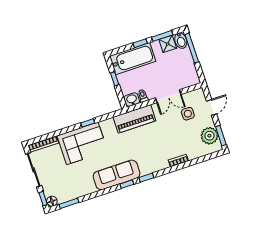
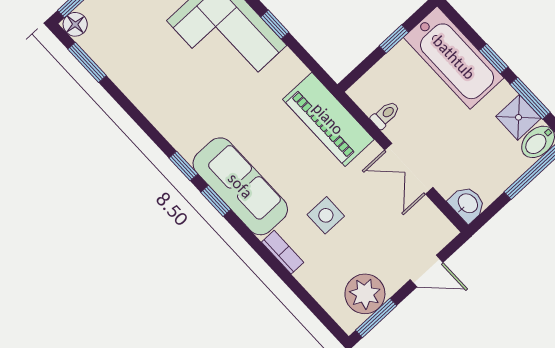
washbasin: (132, 100) -> (467, 204), moved
side table: (188, 114) -> (326, 215), moved
sofa: (117, 175) -> (240, 186), moved

